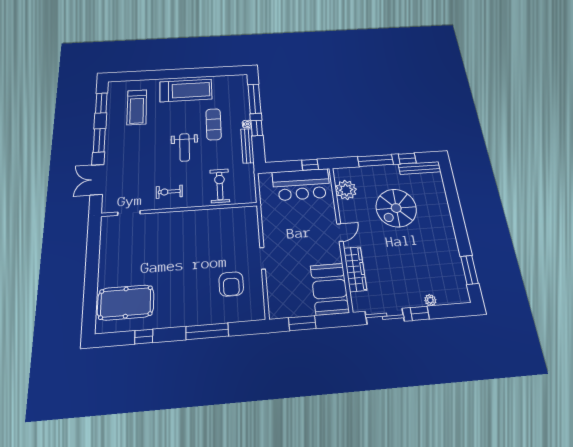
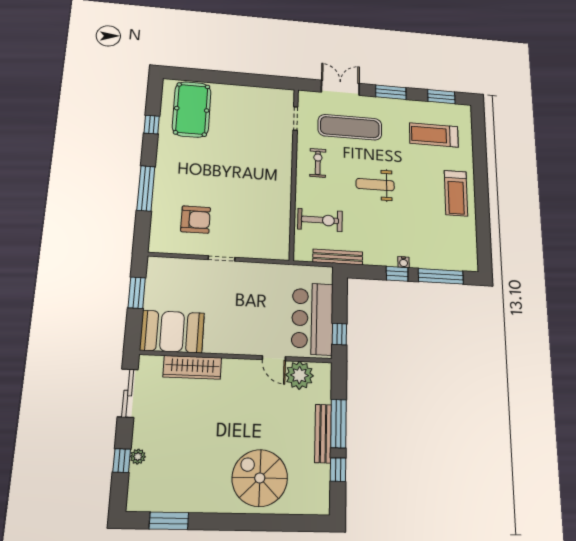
treadmill: (186, 90) -> (456, 193), width x0.73, depth x0.73
exercise mat: (214, 124) -> (350, 127), moved, width x1.36, depth x1.45
bench: (247, 146) -> (338, 257), moved
bench: (420, 168) -> (323, 434), moved
spiral stairs: (396, 208) -> (260, 478), moved
door: (340, 233) -> (274, 358), moved
armchair: (231, 284) -> (196, 220), turned 180
window: (420, 313) -> (122, 461), moved

